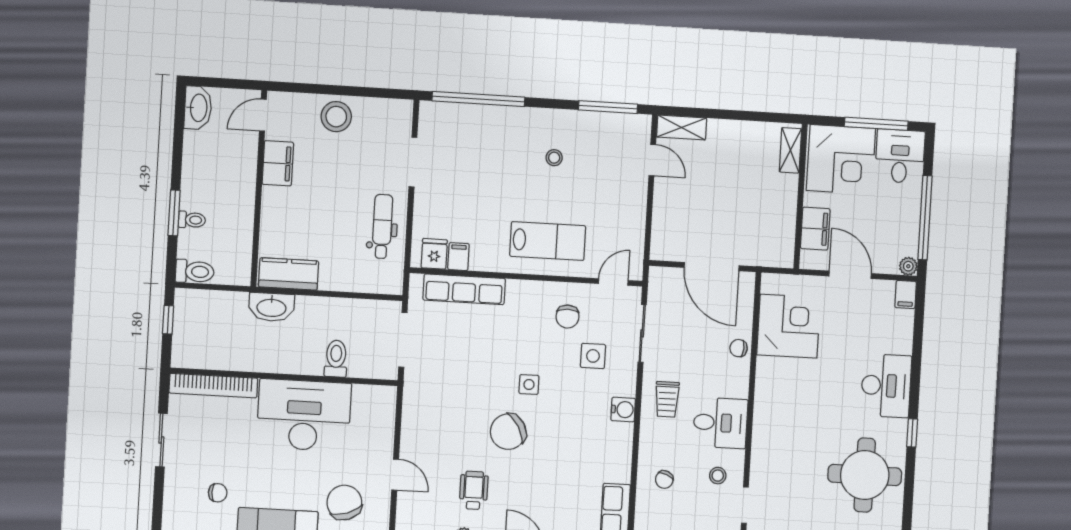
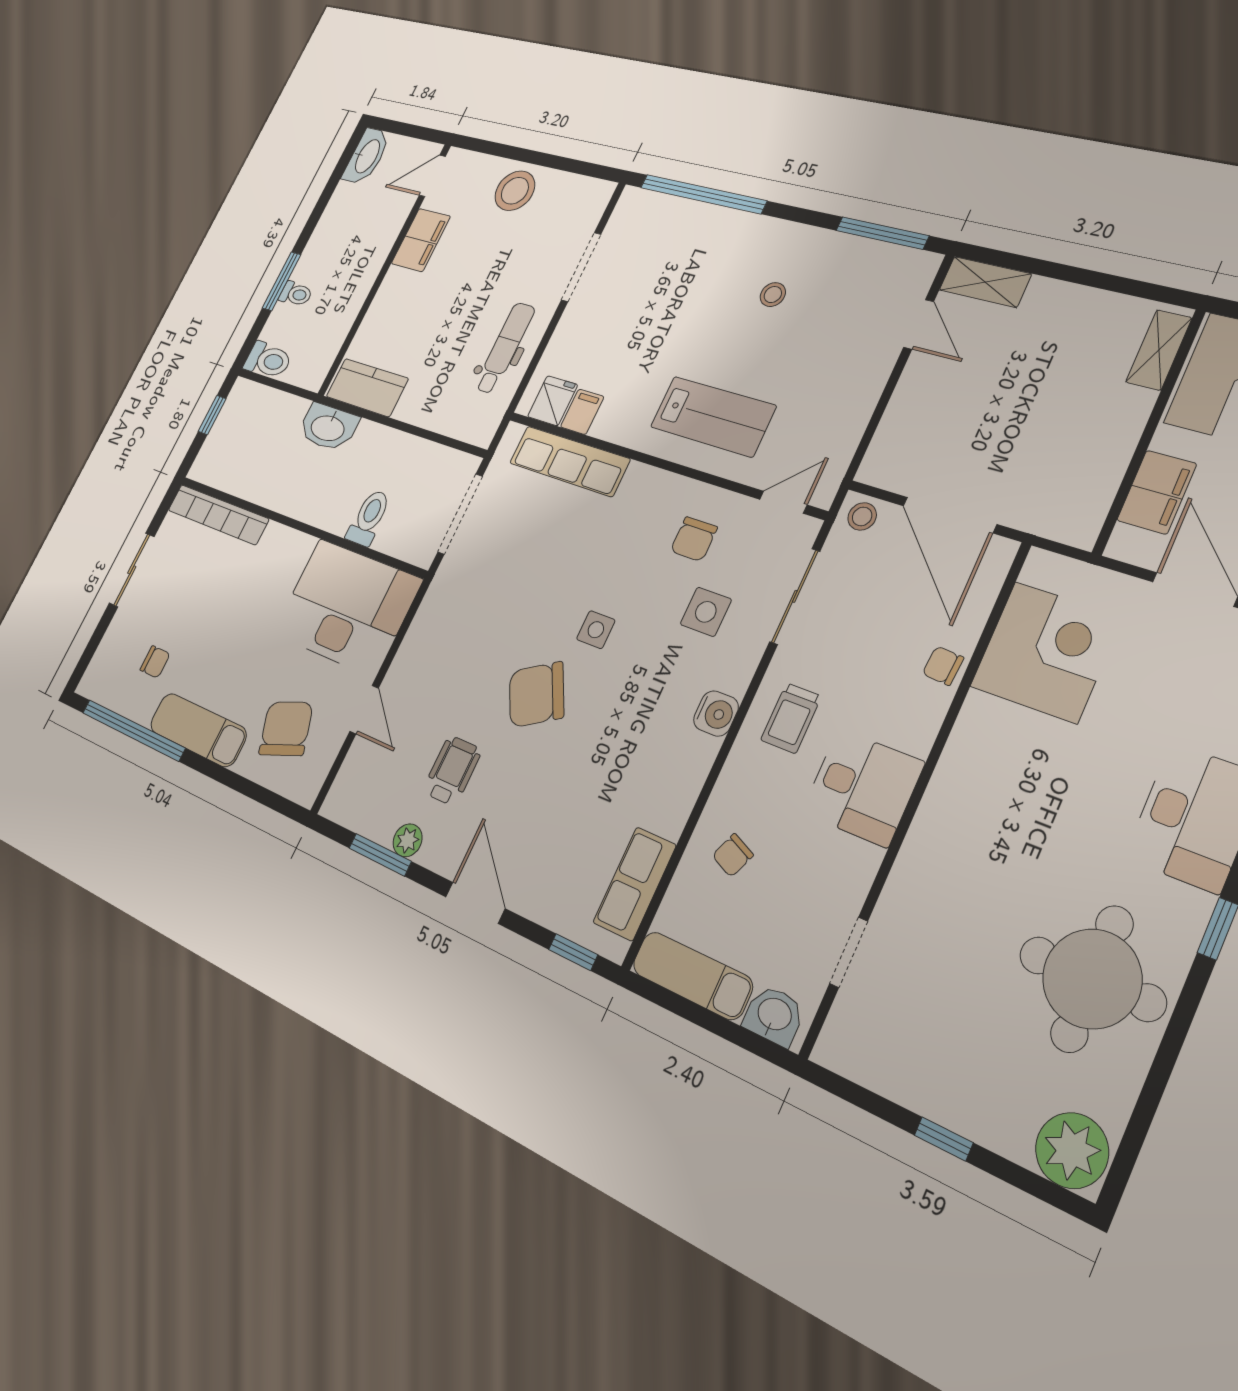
desk: (304, 415) -> (347, 607), moved
stool: (718, 476) -> (862, 516), moved

